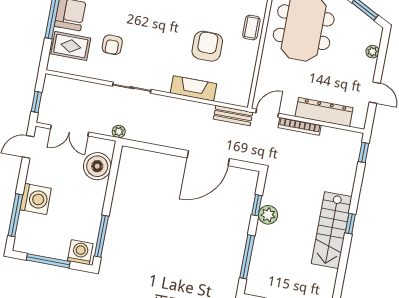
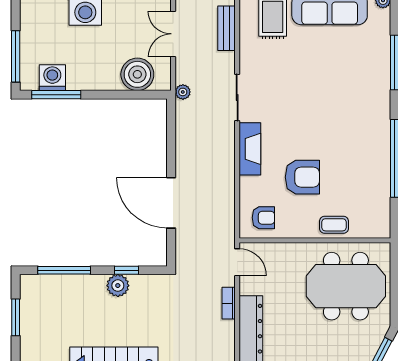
armchair: (112, 45) -> (263, 218), moved, turned 180
fireplace: (193, 88) -> (250, 149), moved
bench: (233, 116) -> (226, 28), moved
bookcase: (300, 126) -> (229, 303), width x0.64
washing machine: (80, 252) -> (52, 78), moved, turned -90
window: (48, 261) -> (16, 56), moved

